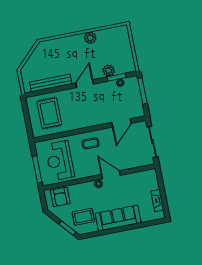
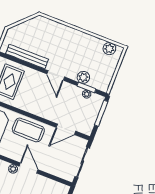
plant: (90, 38) -> (109, 49), moved
door: (85, 84) -> (56, 75), swing flipped
coffee table: (91, 143) -> (28, 130), width x1.86, depth x1.72

